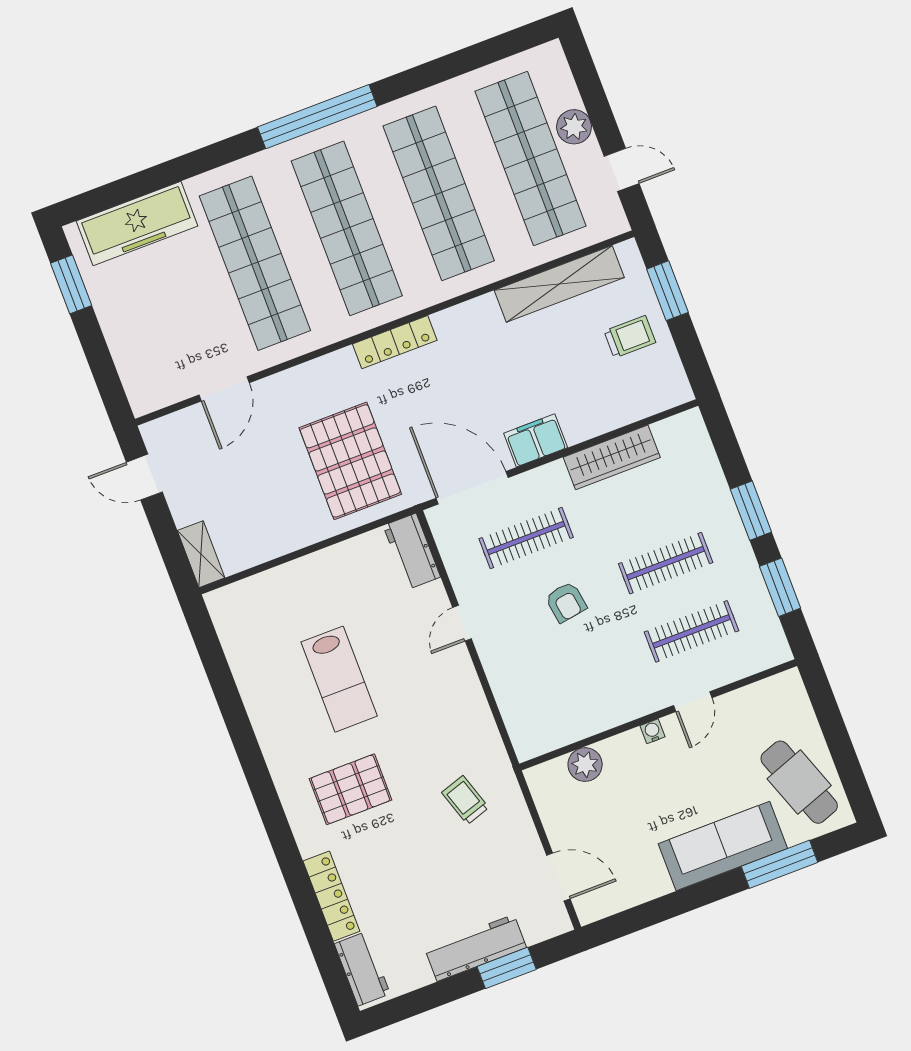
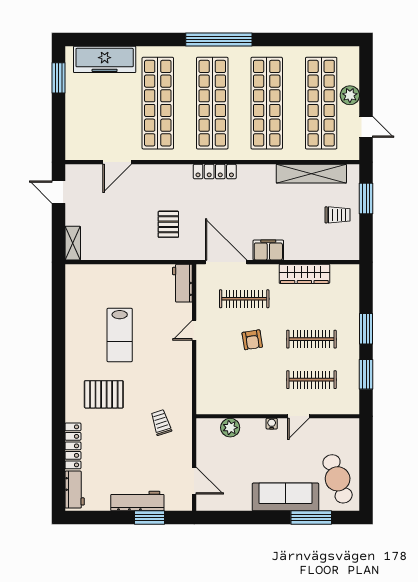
pallet: (350, 461) -> (168, 224), width x0.49, depth x0.50

